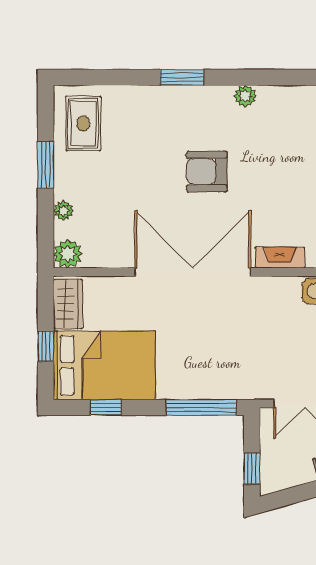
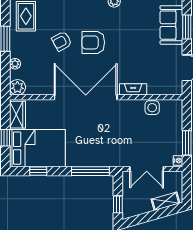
armchair: (149, 169) -> (62, 41), added

